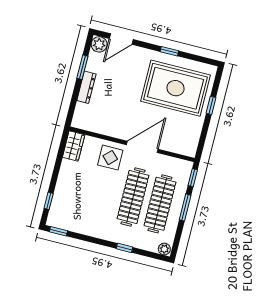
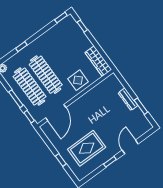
door: (121, 39) -> (130, 147), moved
plant: (99, 44) -> (146, 126), removed
rug: (175, 88) -> (87, 148), width x0.73, depth x0.69
wardrobe: (74, 146) -> (98, 61), width x1.50
door: (142, 147) -> (56, 113), moved

